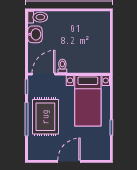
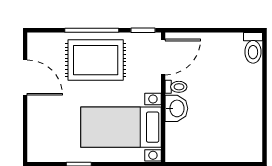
washbasin: (35, 34) -> (176, 108), moved, turned -90
door: (43, 74) -> (163, 57), hinge flipped
door: (69, 161) -> (25, 77), moved

